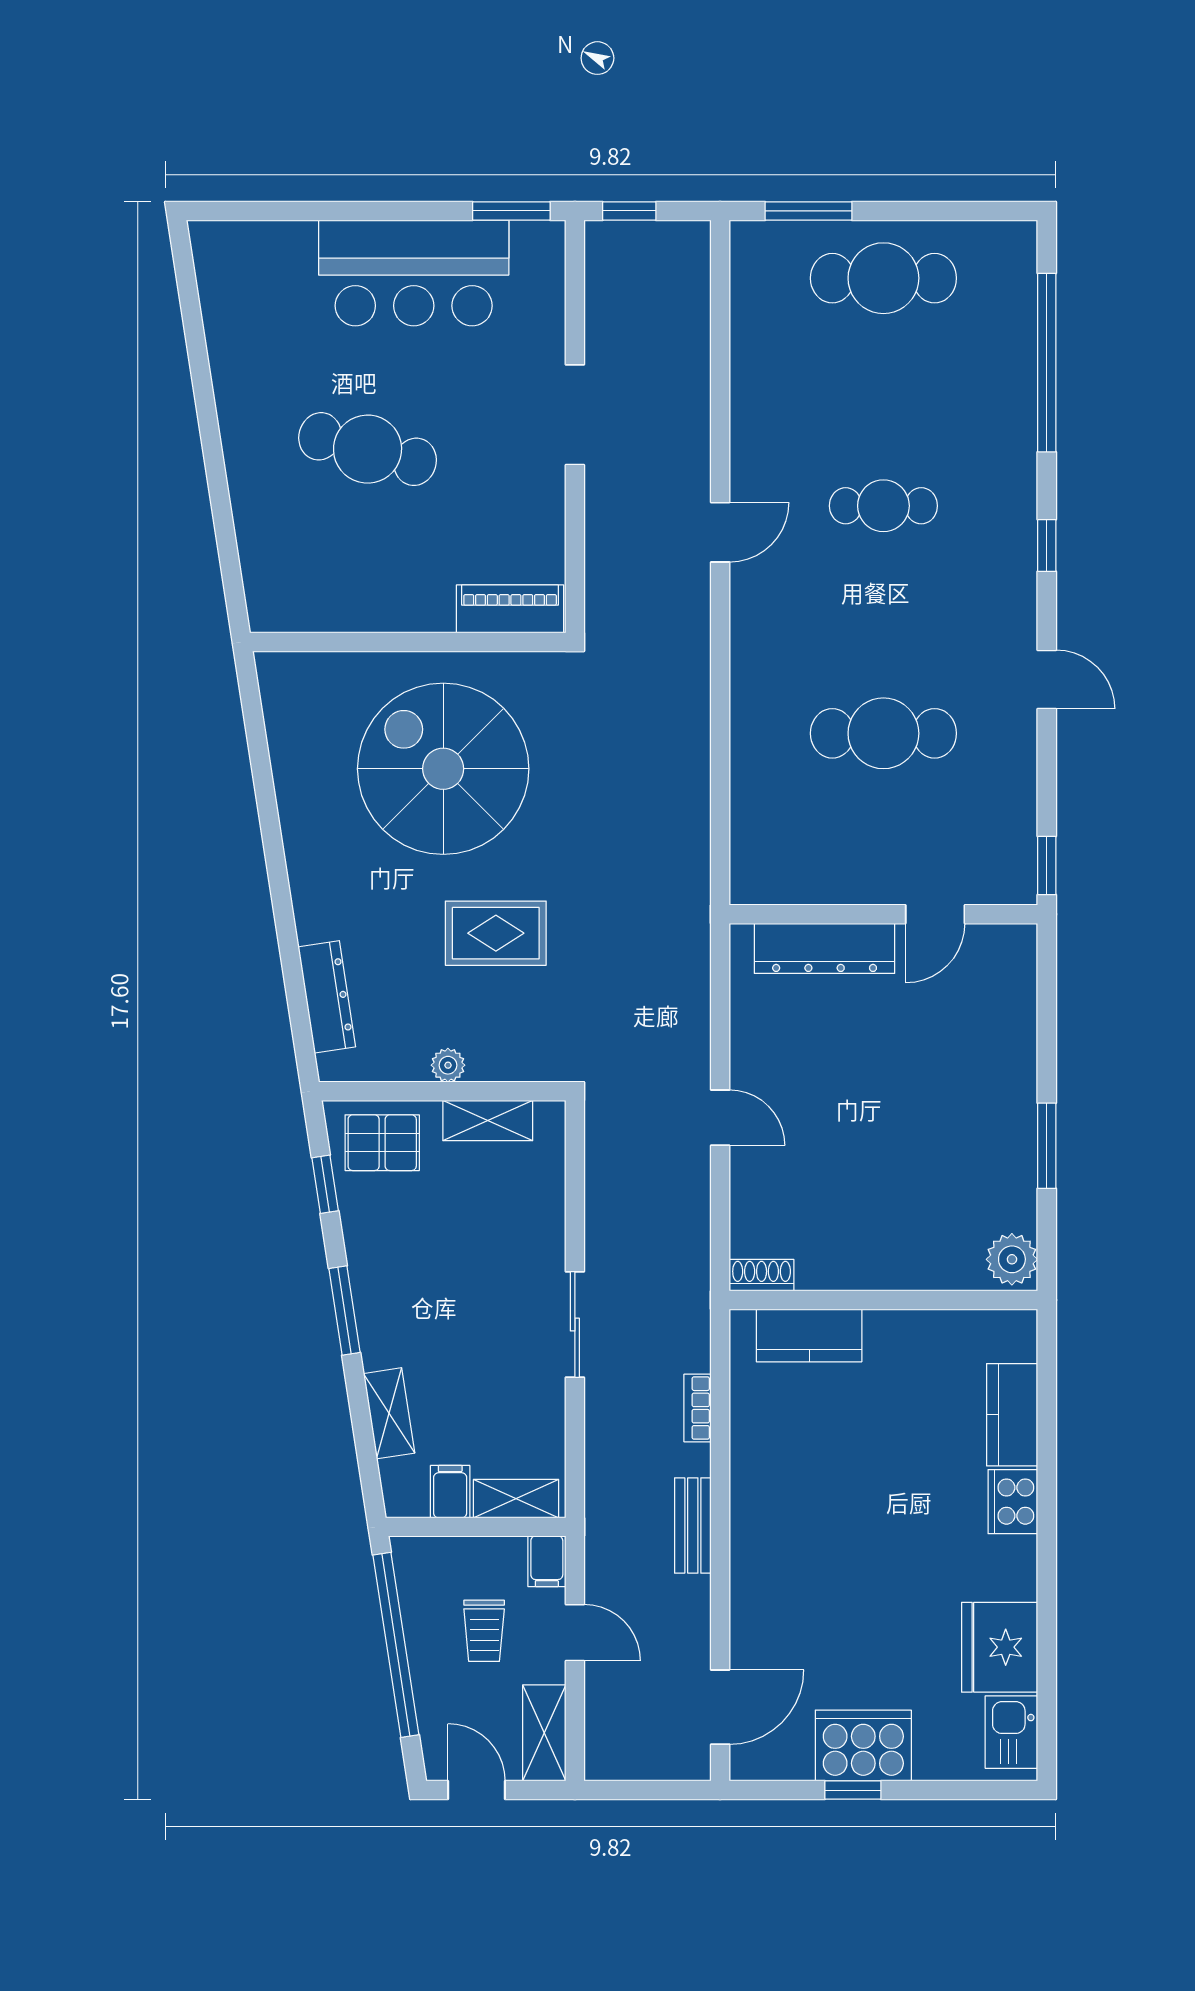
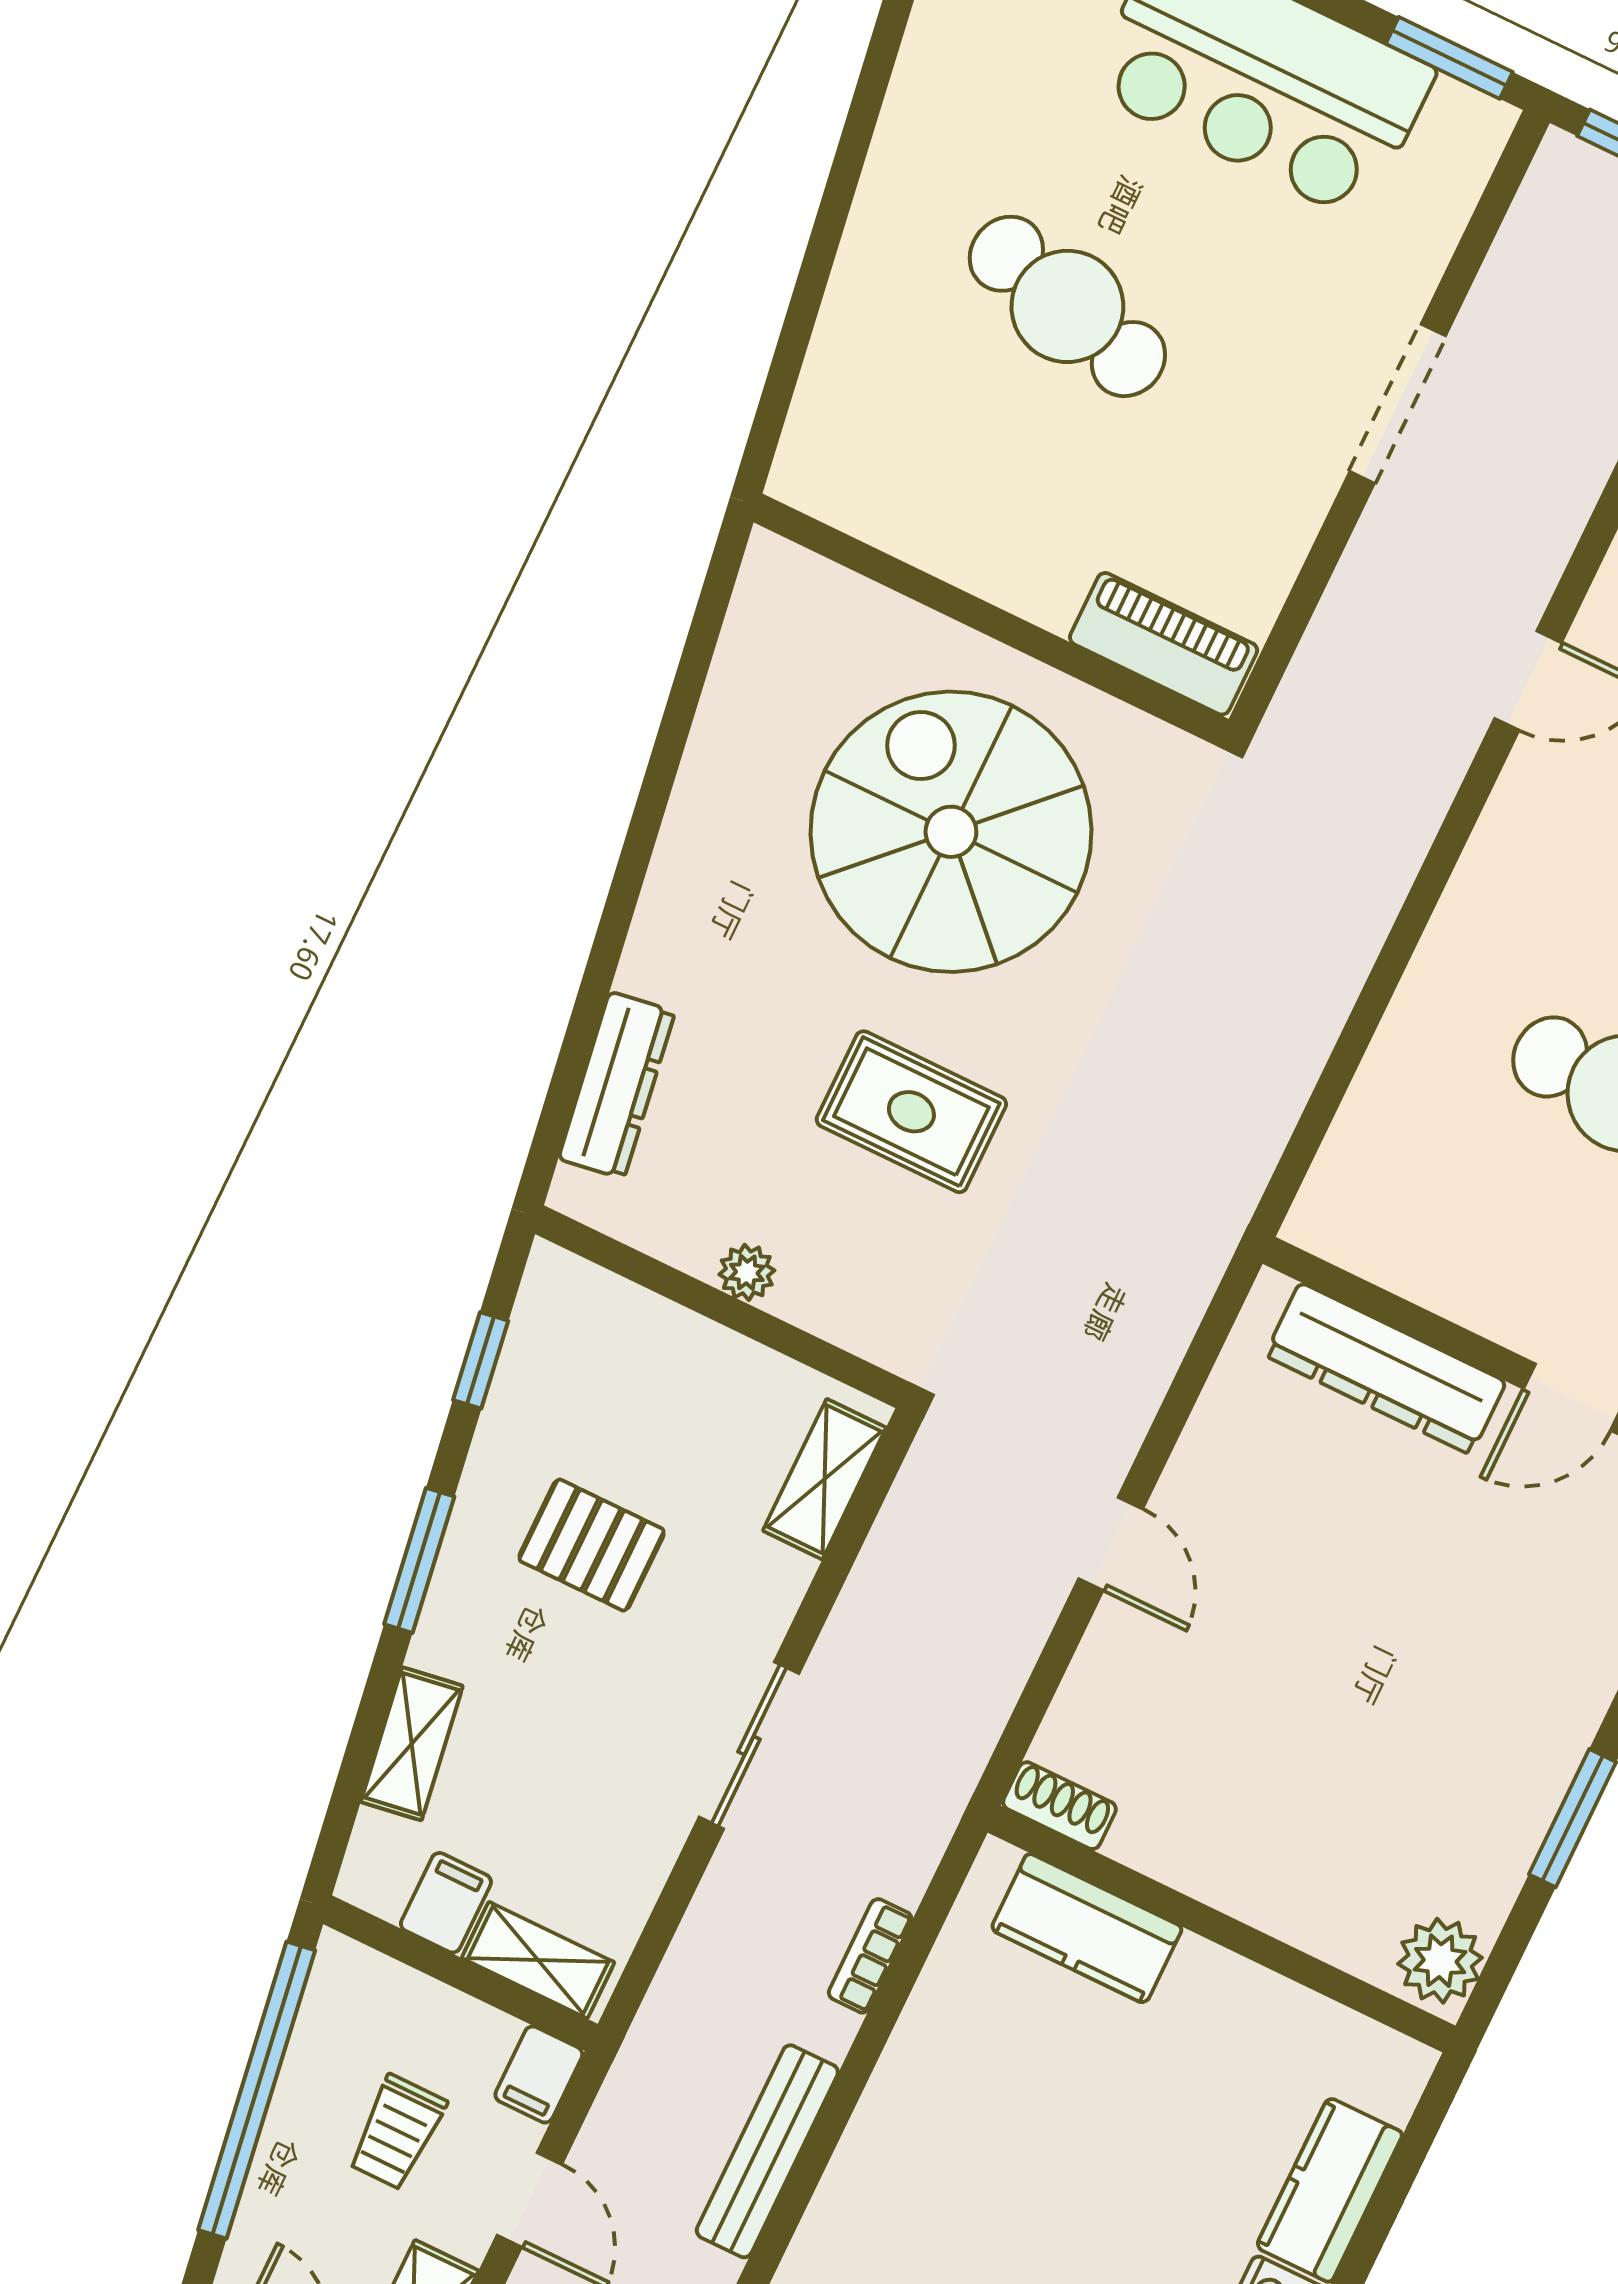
shelving: (488, 1121) -> (824, 1479), moved, turned 90
pallet: (382, 1143) -> (592, 1545), moved
bench: (693, 1525) -> (767, 2151), width x1.36

